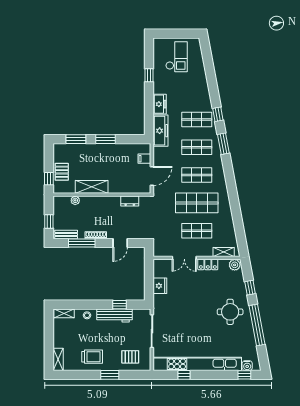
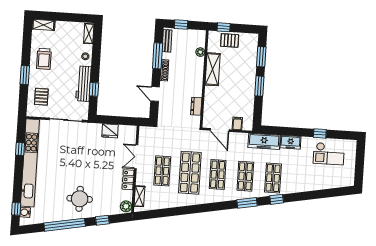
checkout: (177, 57) -> (329, 154), moved

